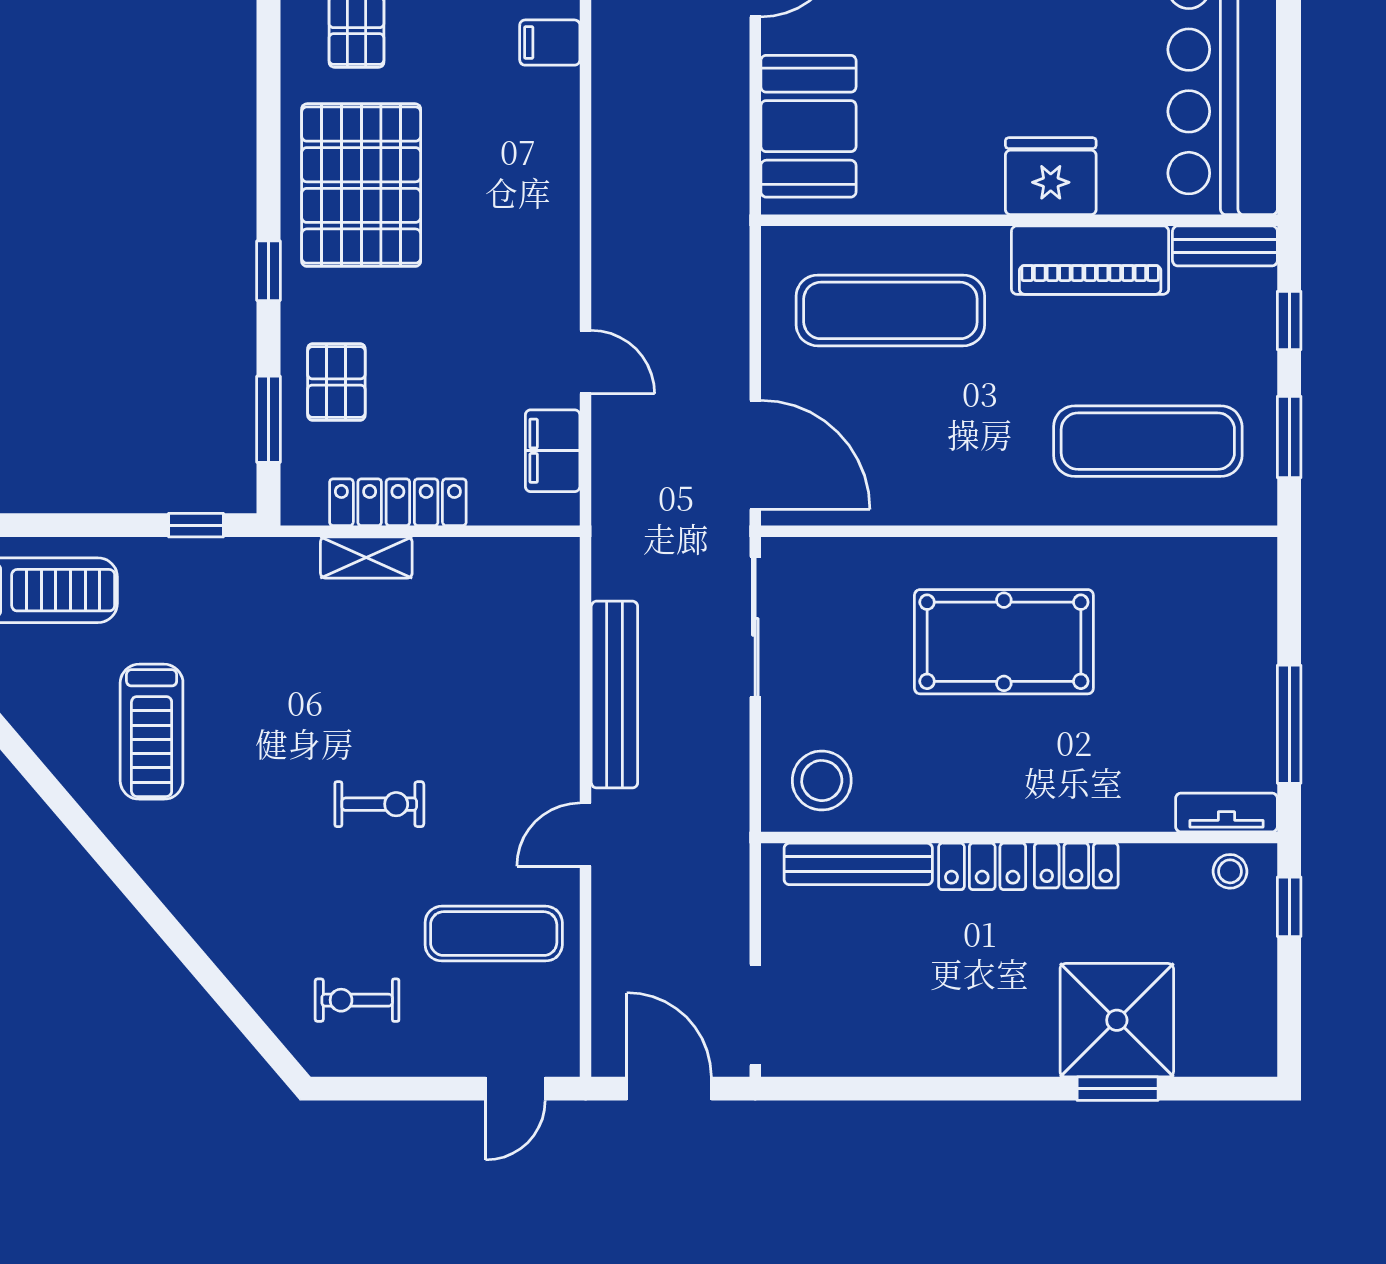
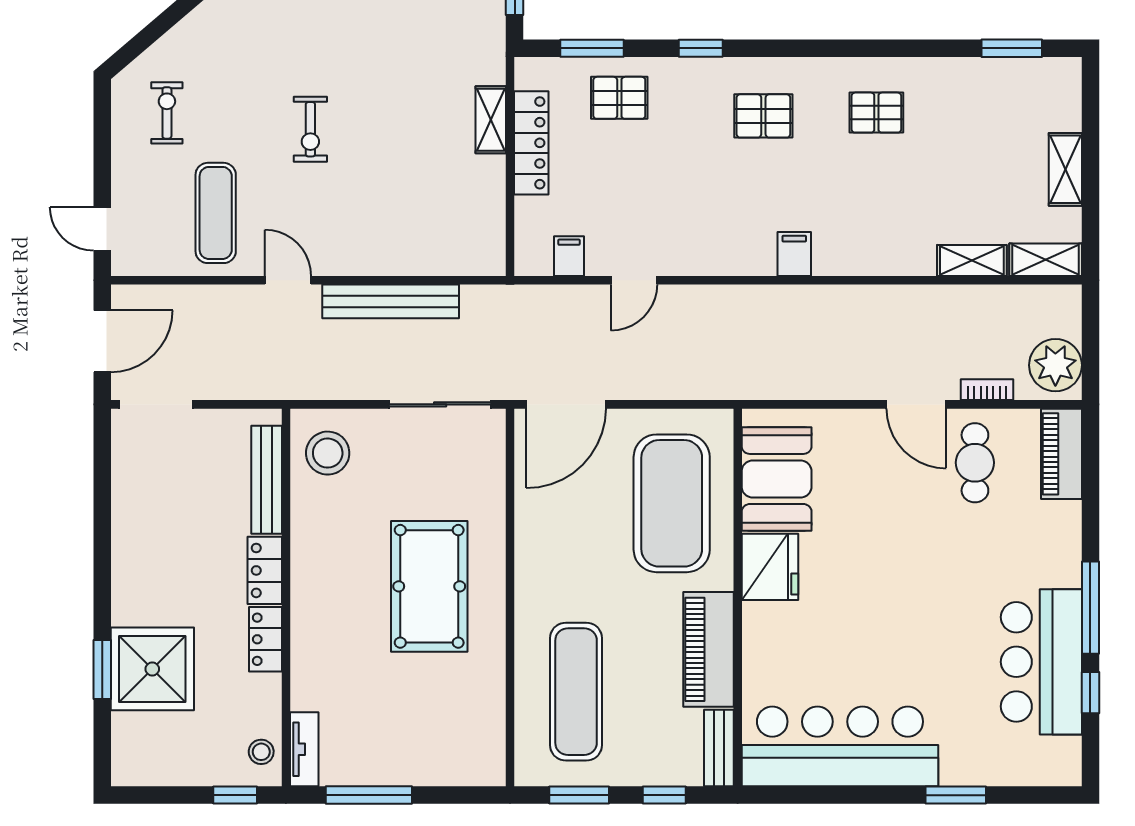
filing cabinet: (550, 43) -> (794, 254), moved
booth: (808, 126) -> (777, 479), moved, turned 90
fridge: (1051, 176) -> (770, 567), moved
pallet: (361, 185) -> (763, 116), width x0.49, depth x0.50
exercise mat: (890, 310) -> (672, 503), width x1.47
filing cabinet: (553, 451) -> (569, 256), width x0.50

